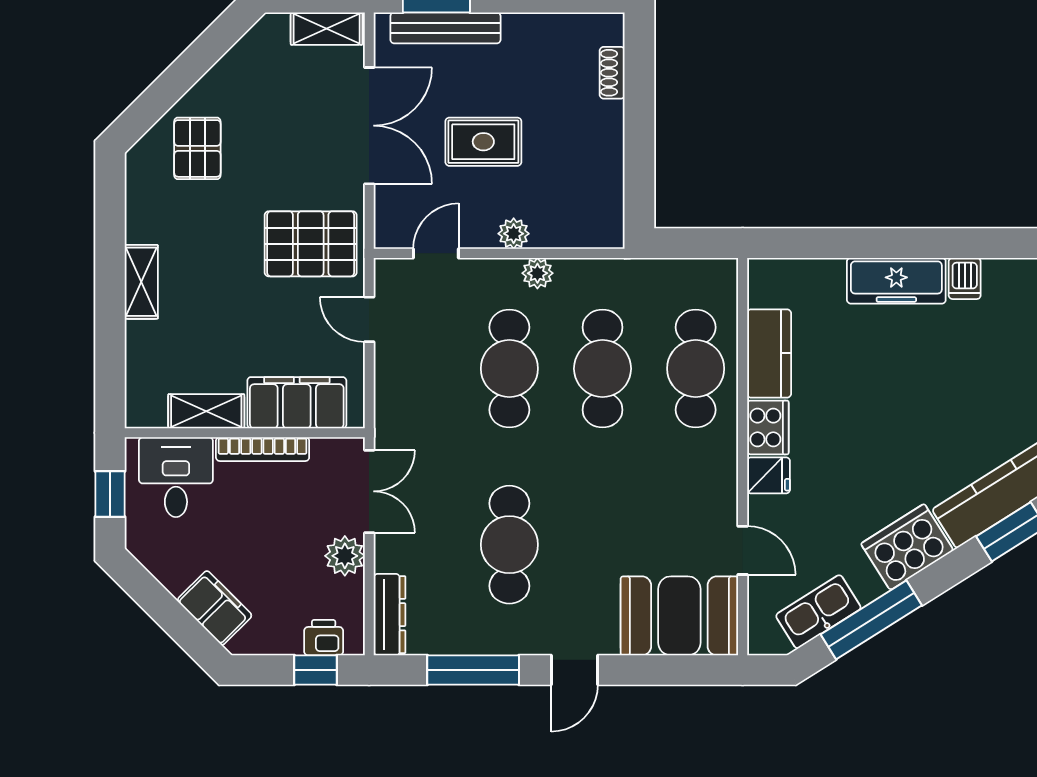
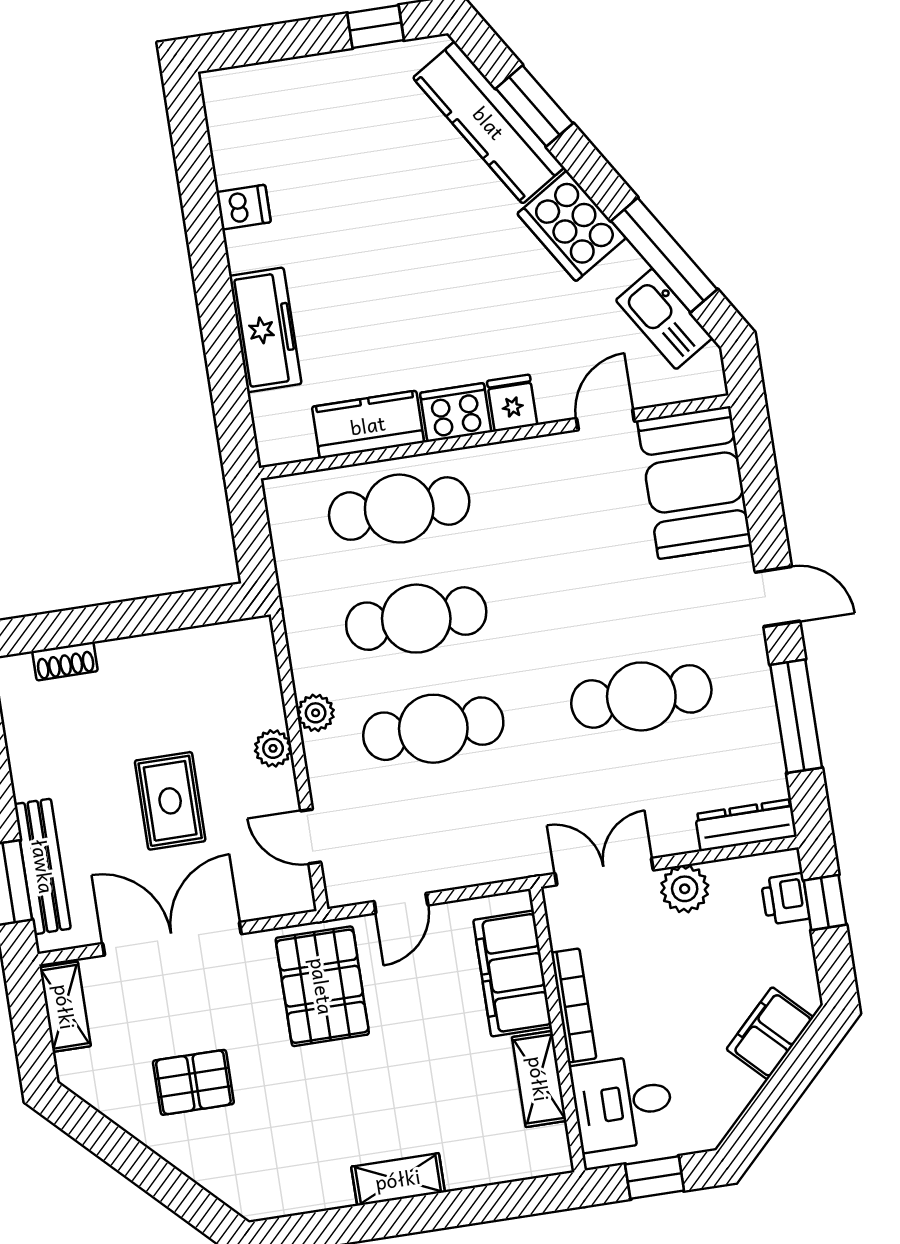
pallet: (197, 148) -> (193, 1082), moved
freezer: (896, 281) -> (265, 330), moved

